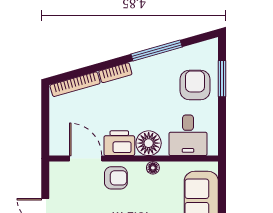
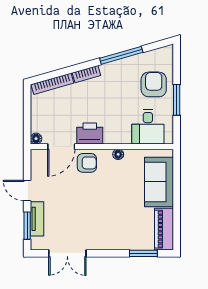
window: (222, 79) -> (177, 100), moved
floor lamp: (149, 143) -> (36, 139), moved, width x0.53, depth x0.53
door: (86, 159) -> (61, 147), swing flipped

